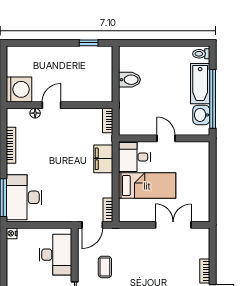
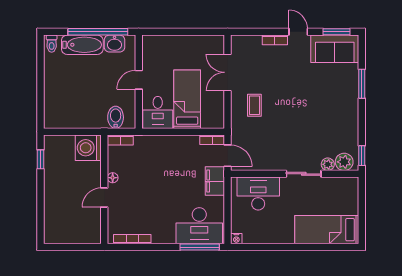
bidet: (130, 80) -> (116, 117), moved
washing machine: (19, 89) -> (88, 148), moved, turned -90
door: (52, 105) -> (104, 198), hinge flipped
floor lamp: (35, 113) -> (113, 178), moved
bookcase: (11, 145) -> (132, 239), moved
filing cabinet: (103, 159) -> (215, 181), moved, turned 90
coffee table: (105, 267) -> (254, 105), moved, turned 90

